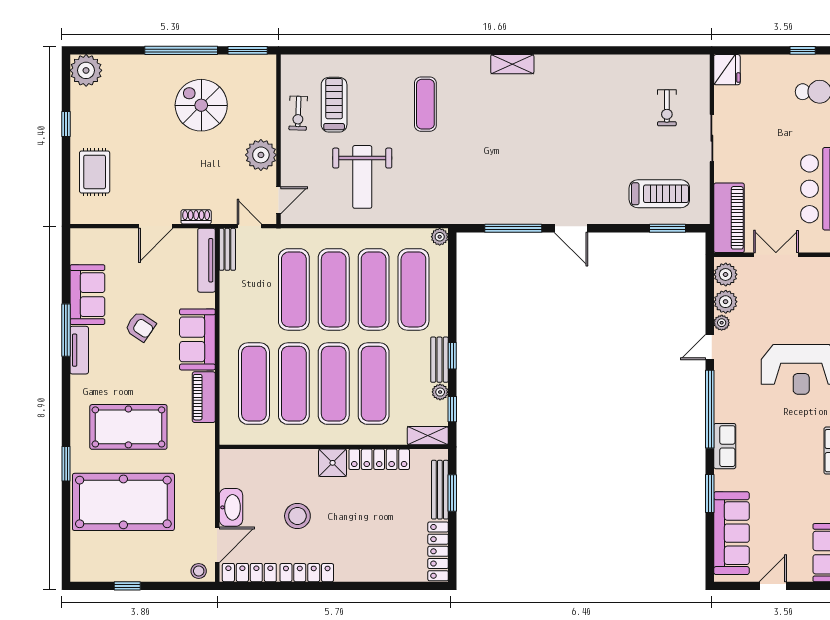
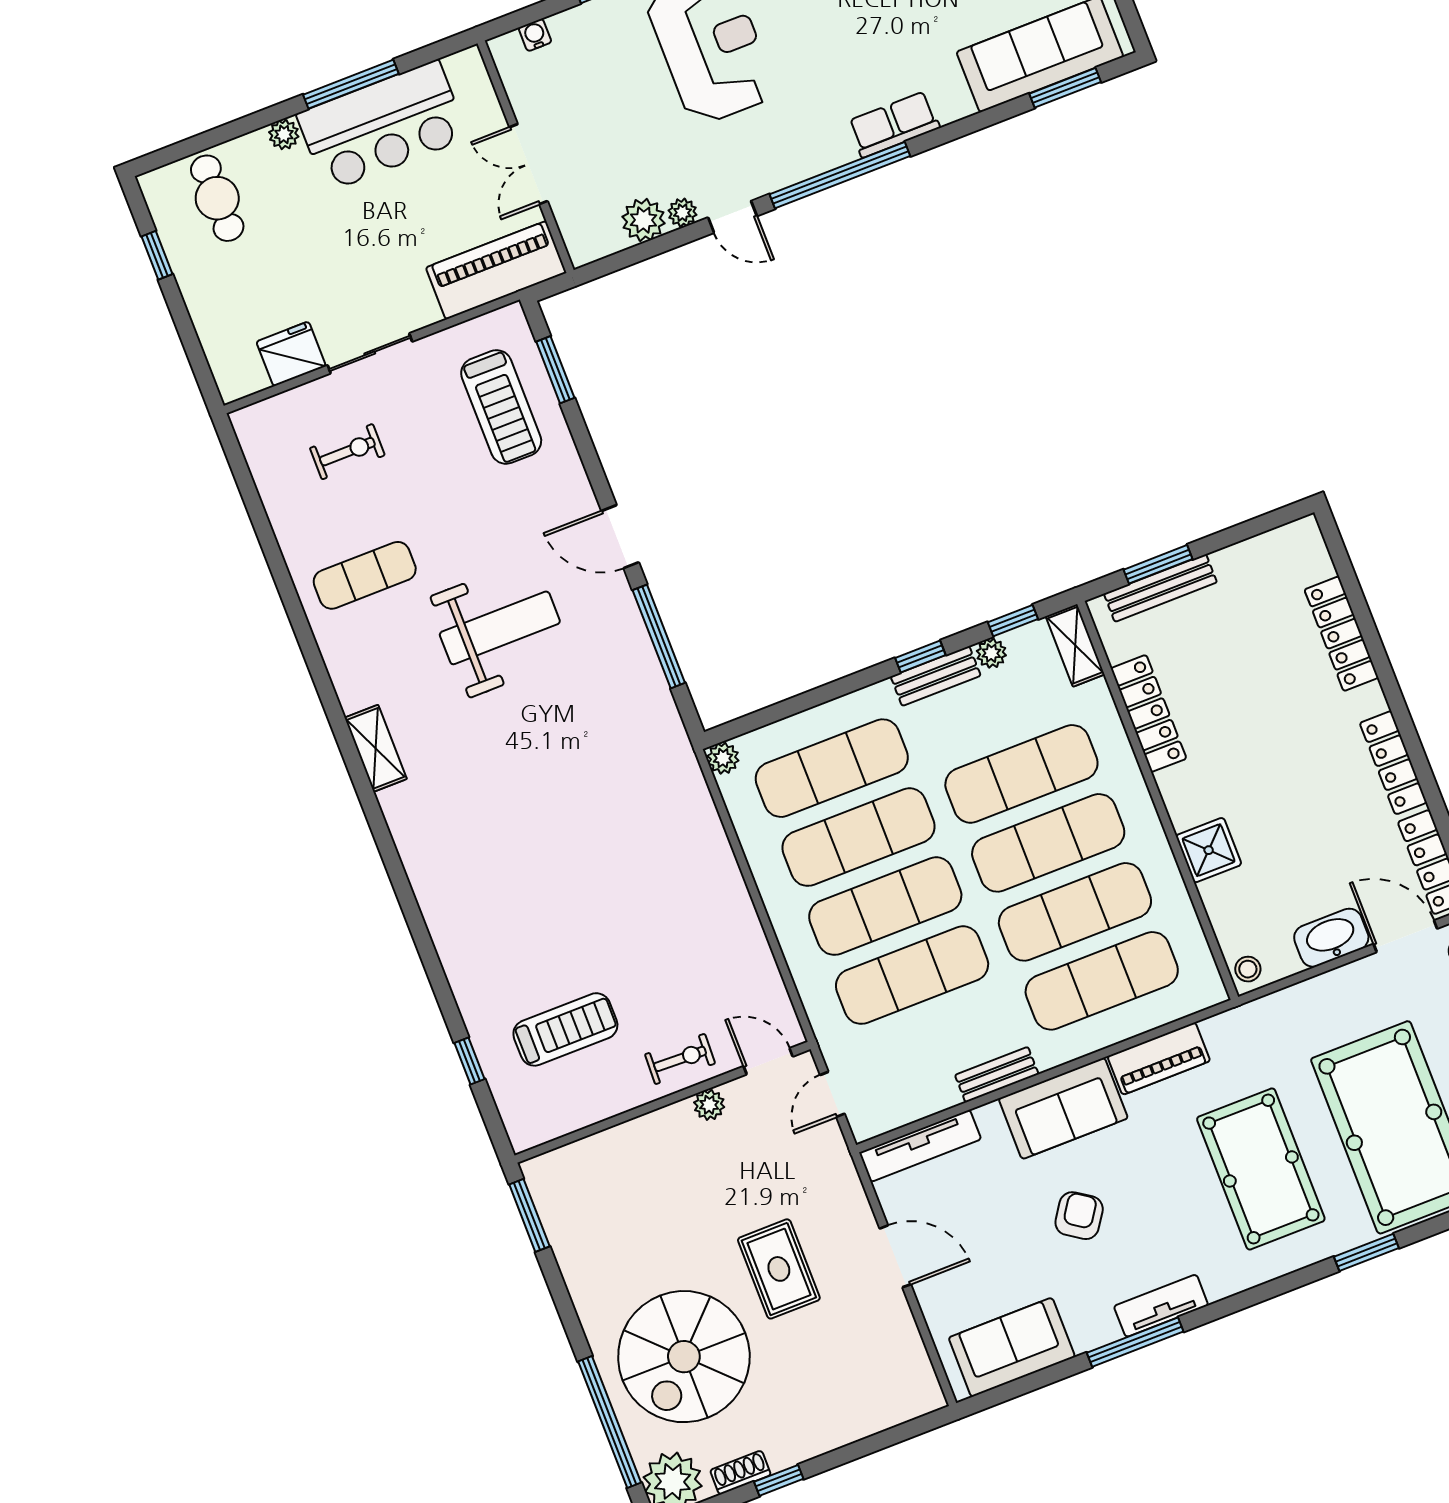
window: (181, 50) -> (610, 1422), moved
window: (337, 50) -> (470, 1061), added
fridge: (727, 70) -> (291, 354), moved
exercise mat: (425, 104) -> (365, 575), moved
spiral stairs: (201, 105) -> (684, 1357), moved, width x1.37, depth x1.37
treadmill: (334, 105) -> (565, 1029), turned 180
exercise bike: (298, 113) -> (680, 1059), moved
plant: (261, 155) -> (709, 1105), width x0.53, depth x0.53
rug: (95, 172) -> (779, 1269), moved, turned 90
weight bench: (362, 177) -> (500, 628), moved
treadmill: (659, 194) -> (501, 407), turned 180
shoe rack: (196, 217) -> (741, 1473), moved, turned 90
door: (571, 228) -> (620, 537), swing flipped
bench: (227, 249) -> (997, 1075), moved
plant: (726, 274) -> (596, 238), removed
sofa: (87, 295) -> (1012, 1347), moved
shower: (333, 463) -> (1209, 850), moved
window: (710, 493) -> (1065, 88), moved
stool: (297, 516) -> (1248, 969), moved, width x0.53, depth x0.53
locker: (438, 551) -> (1341, 634), moved, turned 90

